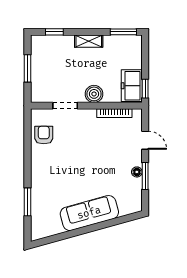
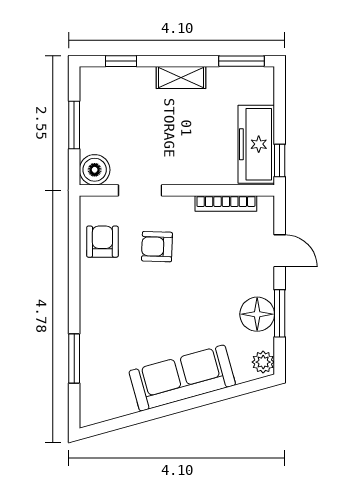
freezer: (132, 86) -> (256, 144), width x1.40
boiler: (94, 94) -> (95, 170), moved
armchair: (75, 138) -> (157, 247), added
floor lamp: (137, 172) -> (257, 314), width x1.89, depth x1.89
plant: (136, 204) -> (263, 362), added

